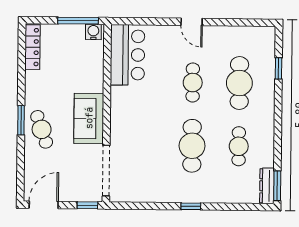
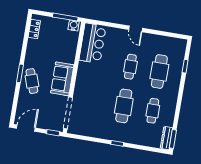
locker: (32, 47) -> (34, 29), width x0.66

